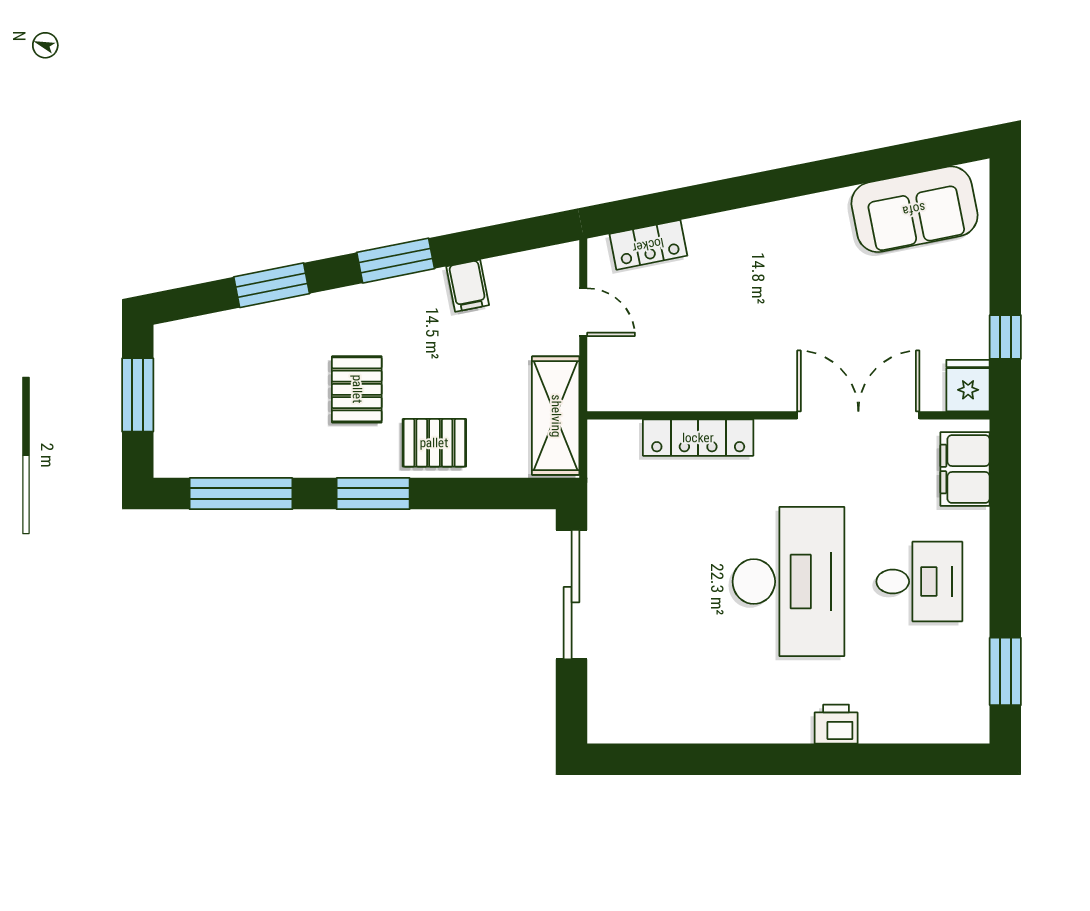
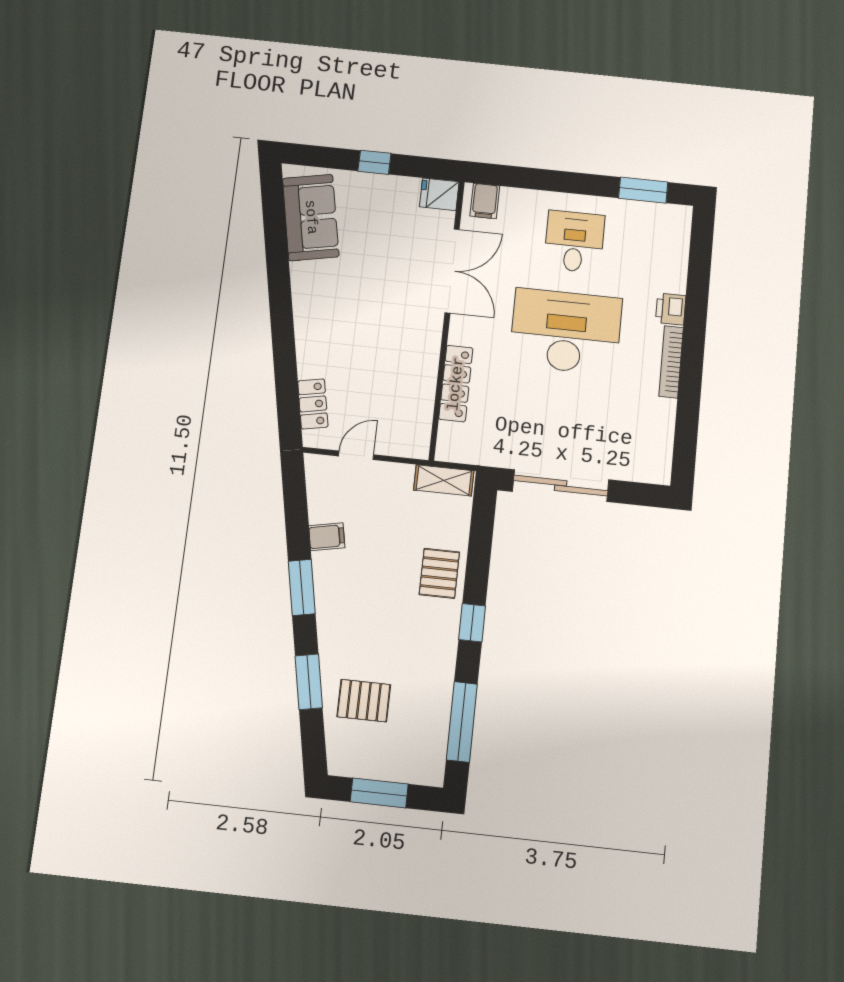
window: (1005, 337) -> (374, 162), moved
pallet: (357, 389) -> (364, 701), moved
double door: (858, 415) -> (452, 271), swing flipped
shelving: (556, 416) -> (444, 480), width x0.67, depth x0.75
filing cabinet: (965, 469) -> (485, 201), width x0.50
window: (373, 494) -> (472, 623), width x0.67
bookcase: (761, 731) -> (671, 362), added

